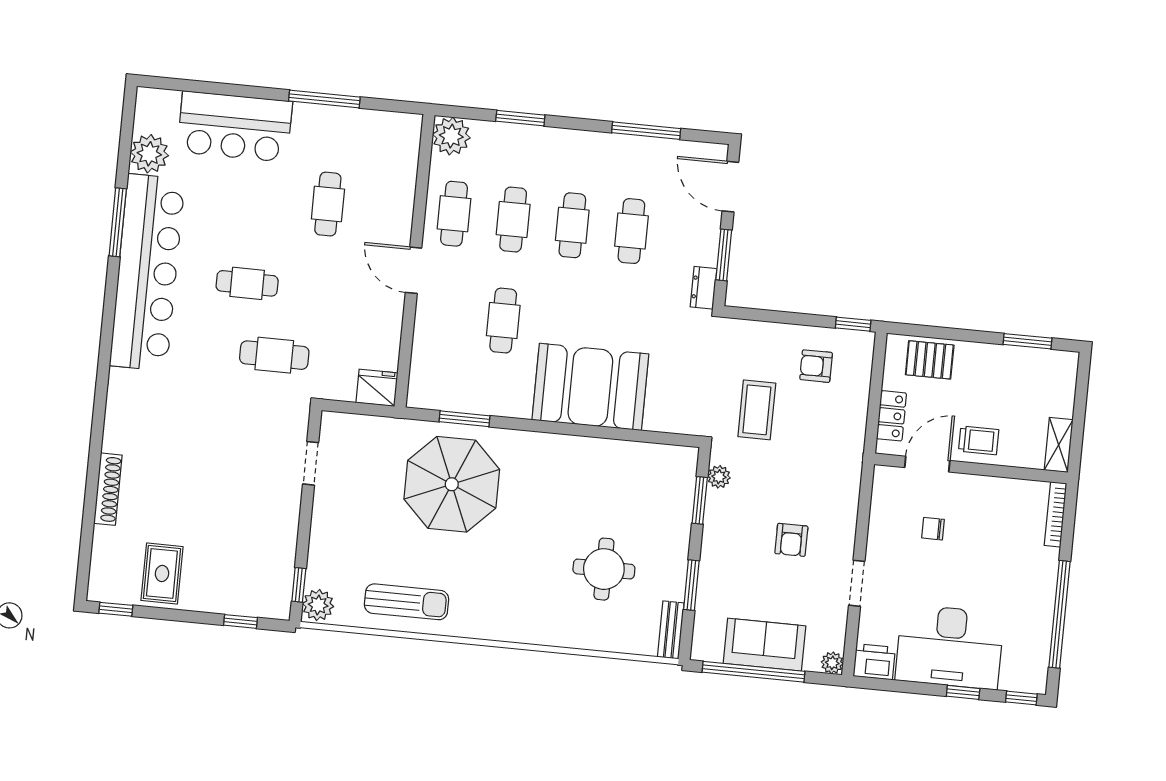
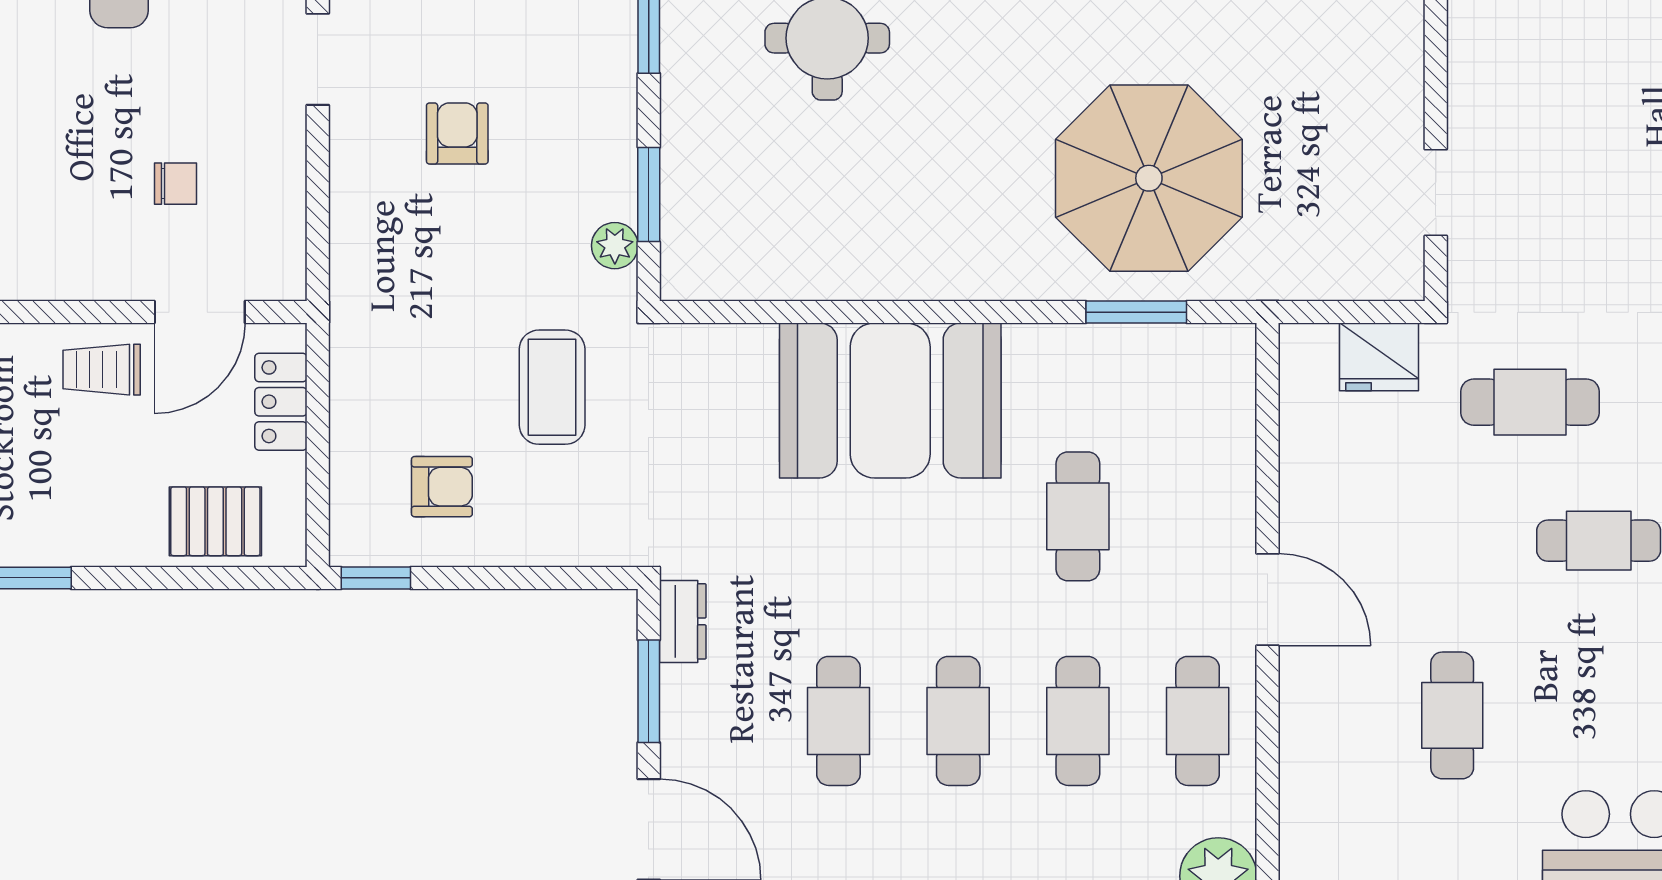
fridge: (377, 388) -> (1379, 357), moved

